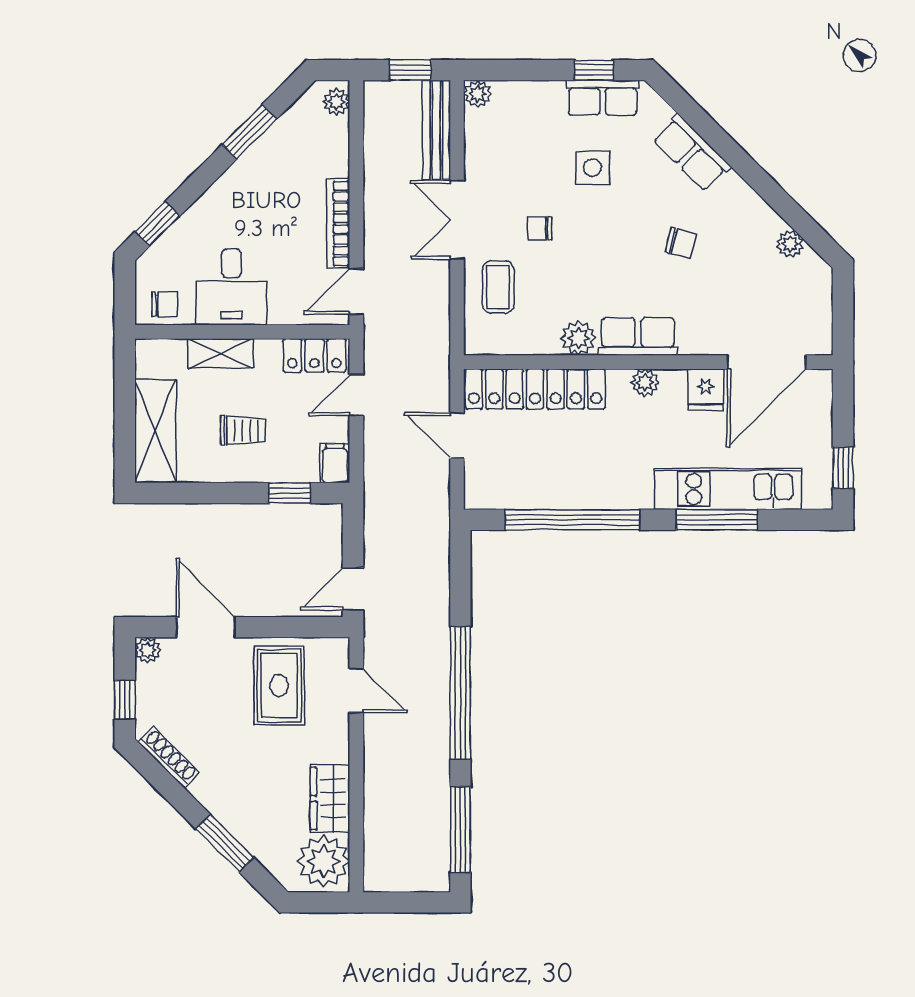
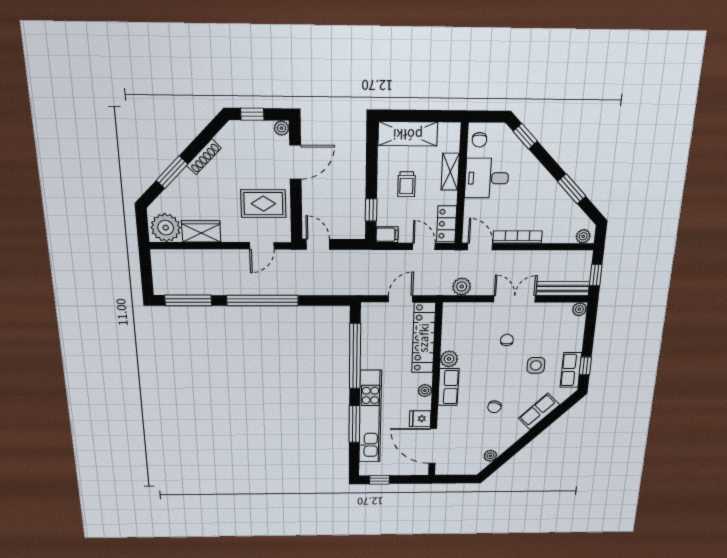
coffee table: (498, 287) -> (478, 319), removed
plant: (433, 321) -> (462, 287), added
kitchen unit: (728, 489) -> (370, 417), width x1.36
shoe rack: (169, 757) -> (204, 157), moved

